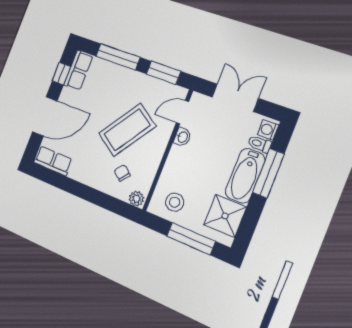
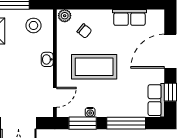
water cooler: (151, 82) -> (90, 112), added
coffee table: (127, 130) -> (94, 67), turned 56
washbasin: (182, 137) -> (47, 59), moved
row of seats: (53, 161) -> (129, 17), moved

